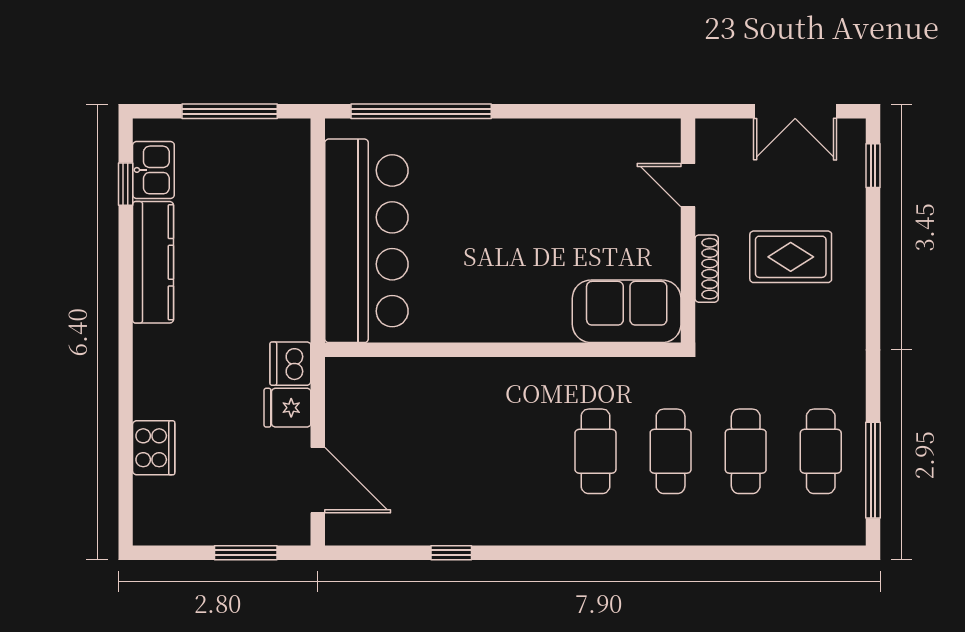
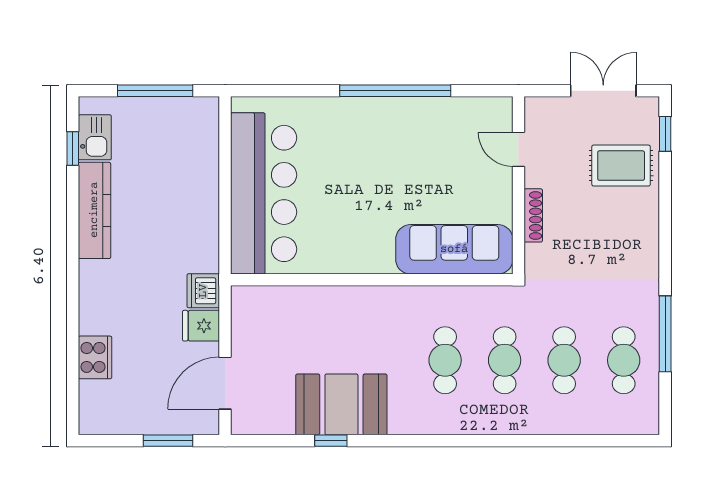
window: (421, 111) -> (395, 91), moved
double door: (795, 111) -> (603, 91), swing flipped
rug: (791, 257) -> (621, 166), moved
sofa: (627, 311) -> (454, 249), width x1.36
window: (873, 470) -> (665, 334), moved
door: (318, 480) -> (225, 383), swing flipped
booth: (465, 507) -> (341, 404), added

